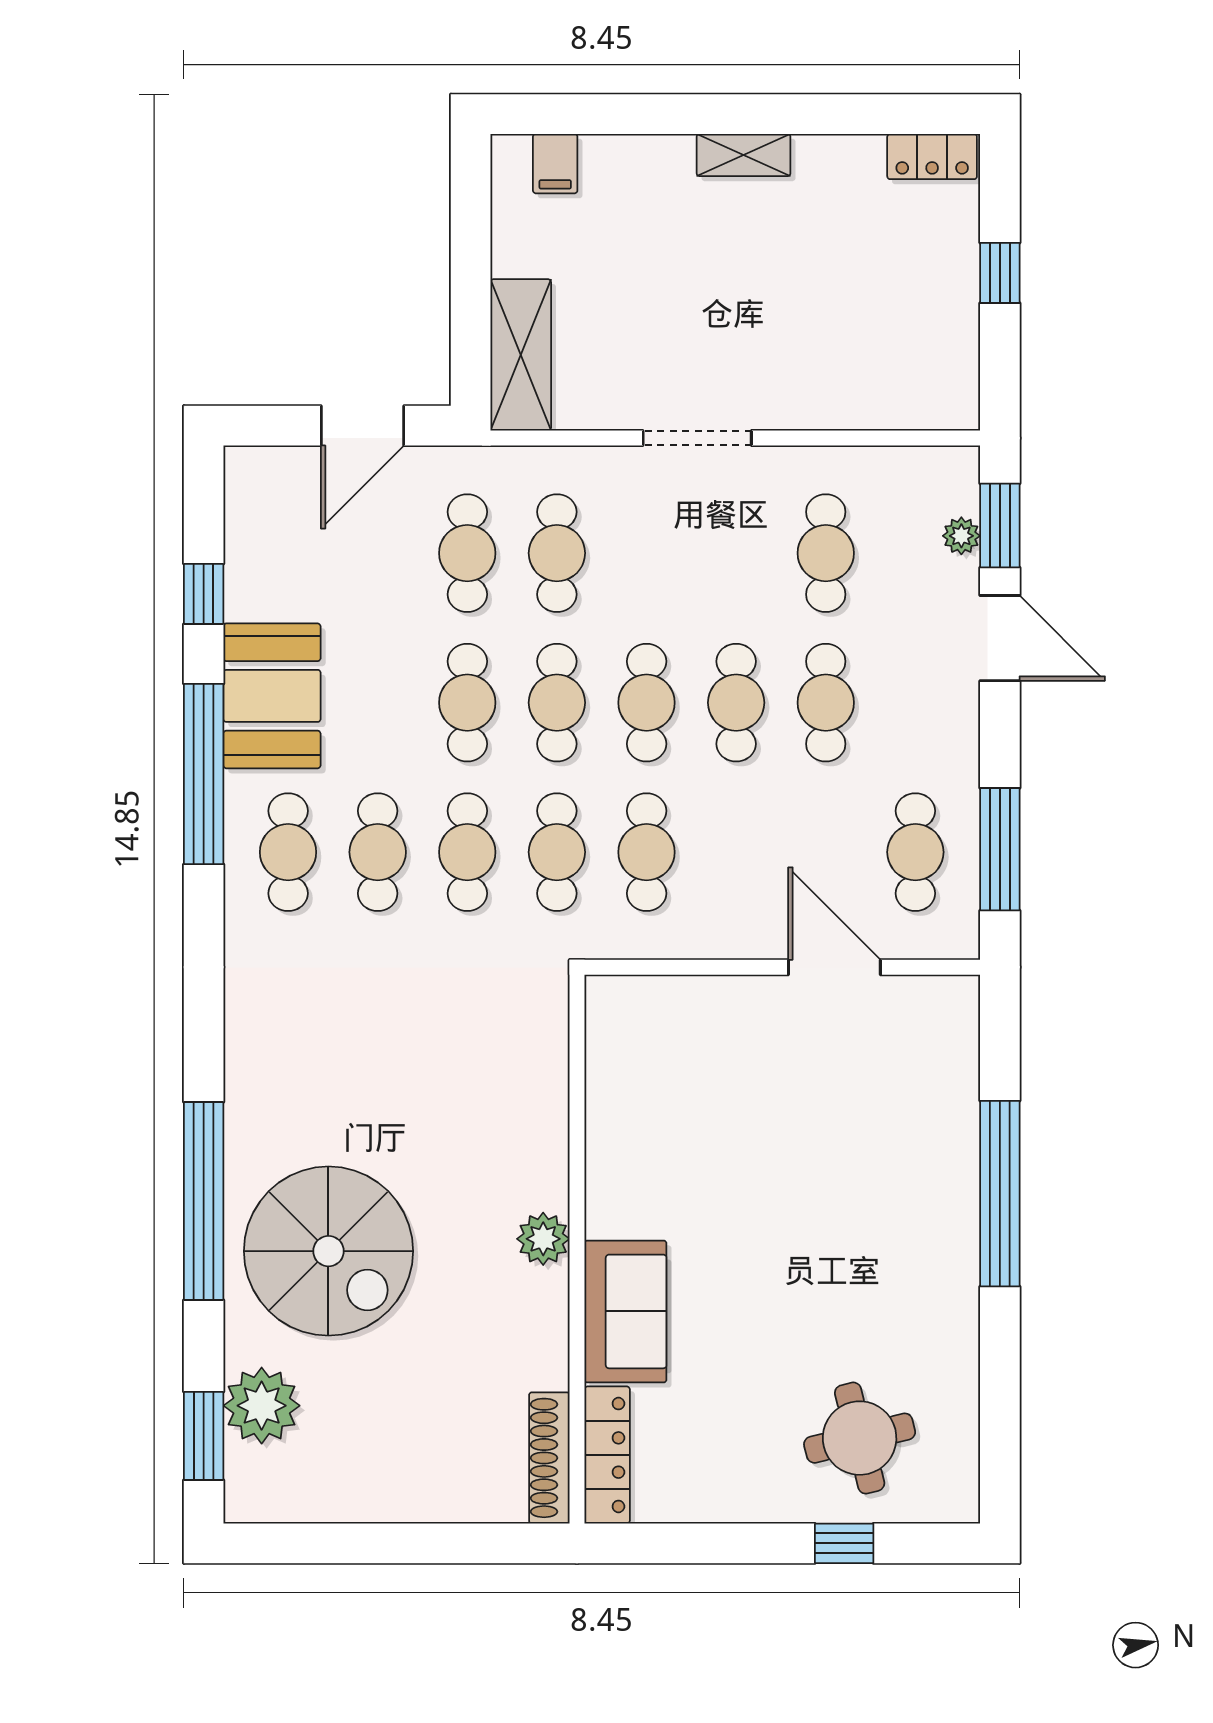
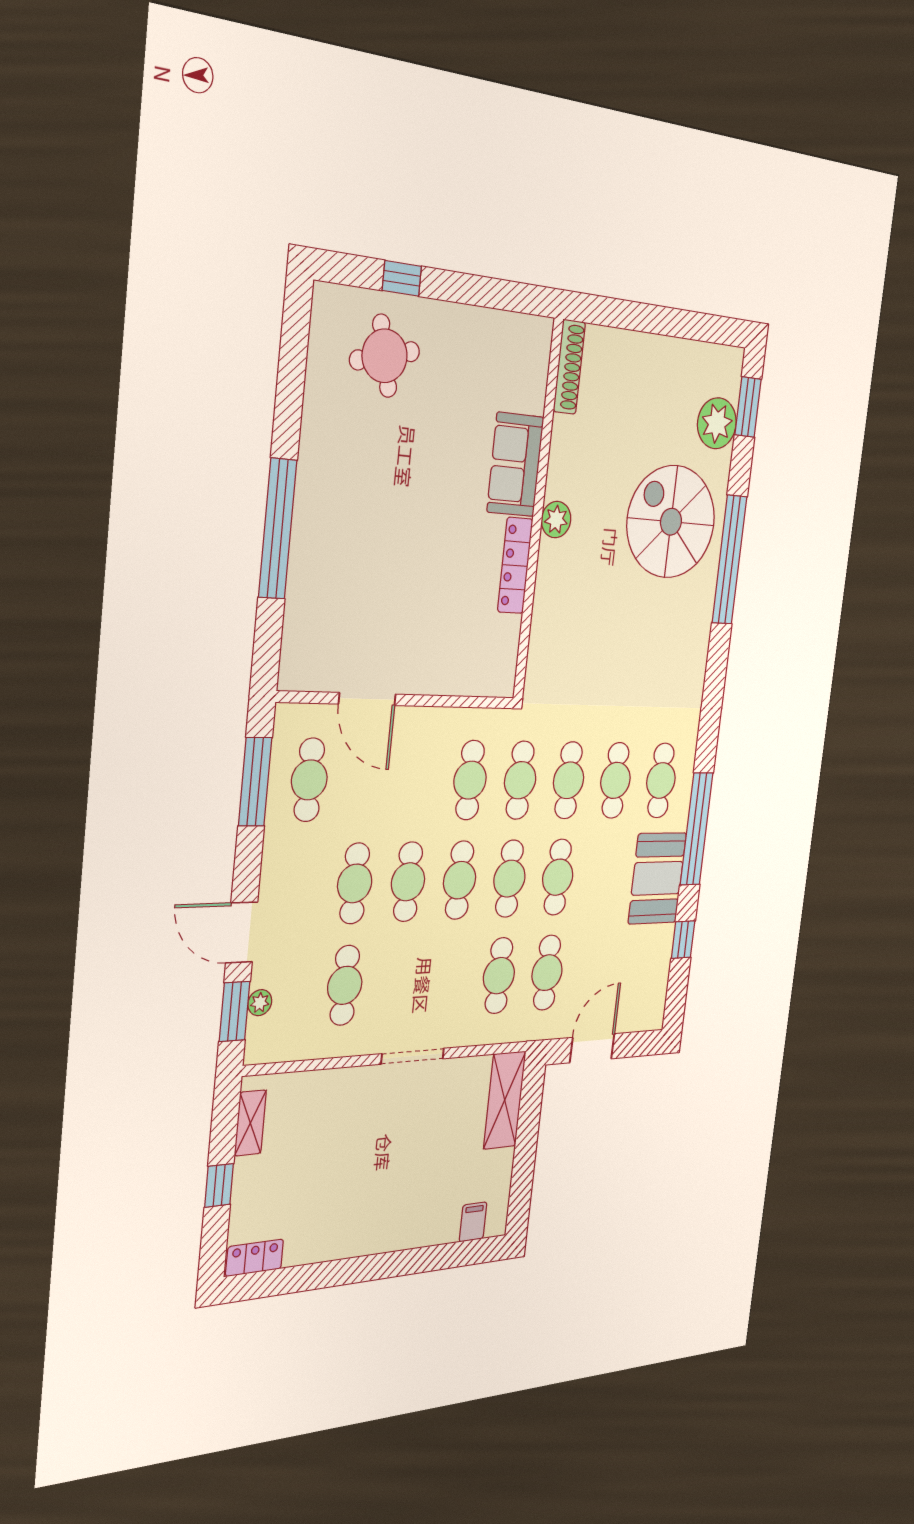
shelving: (744, 155) -> (250, 1123), moved, turned 90
locker: (607, 1455) -> (515, 565), moved

